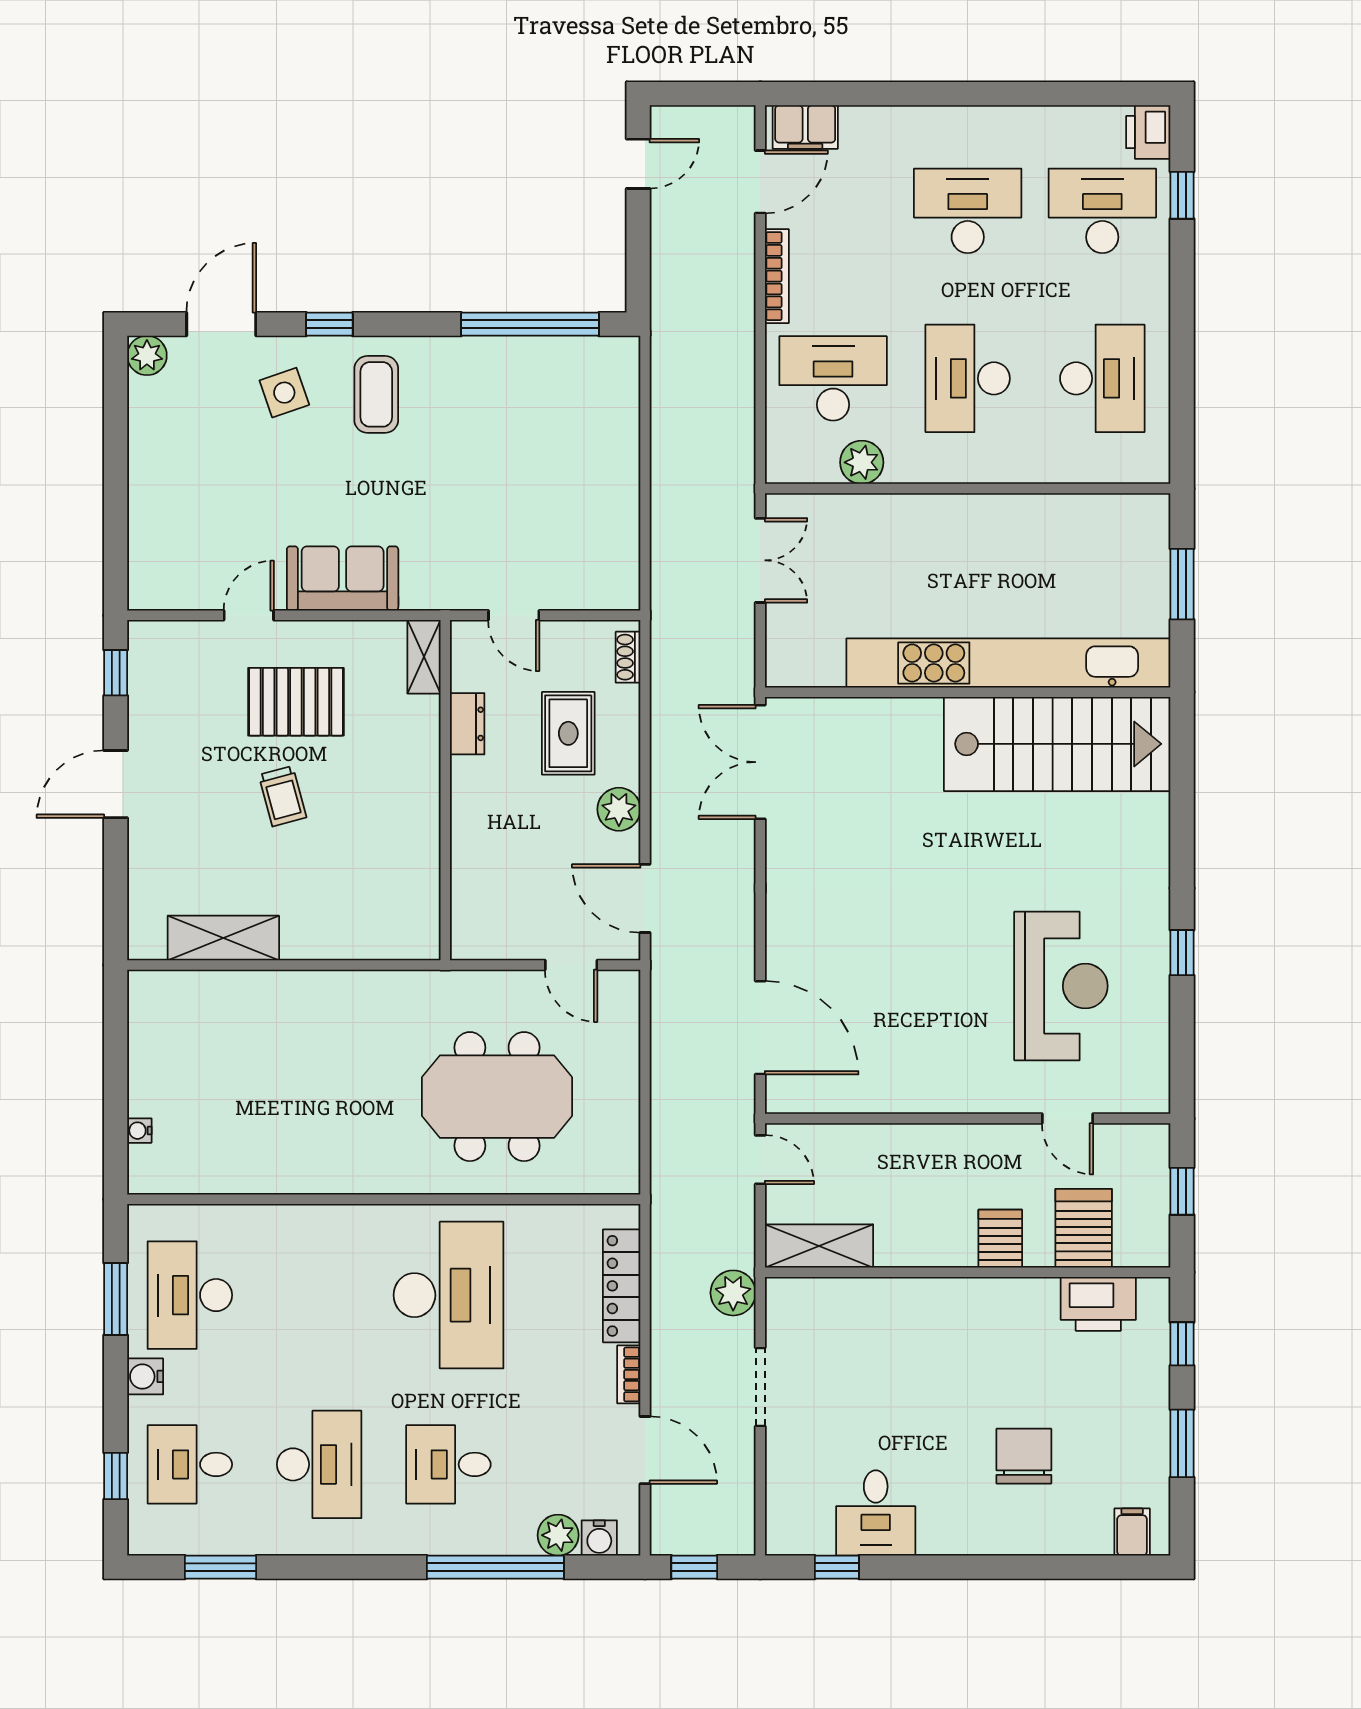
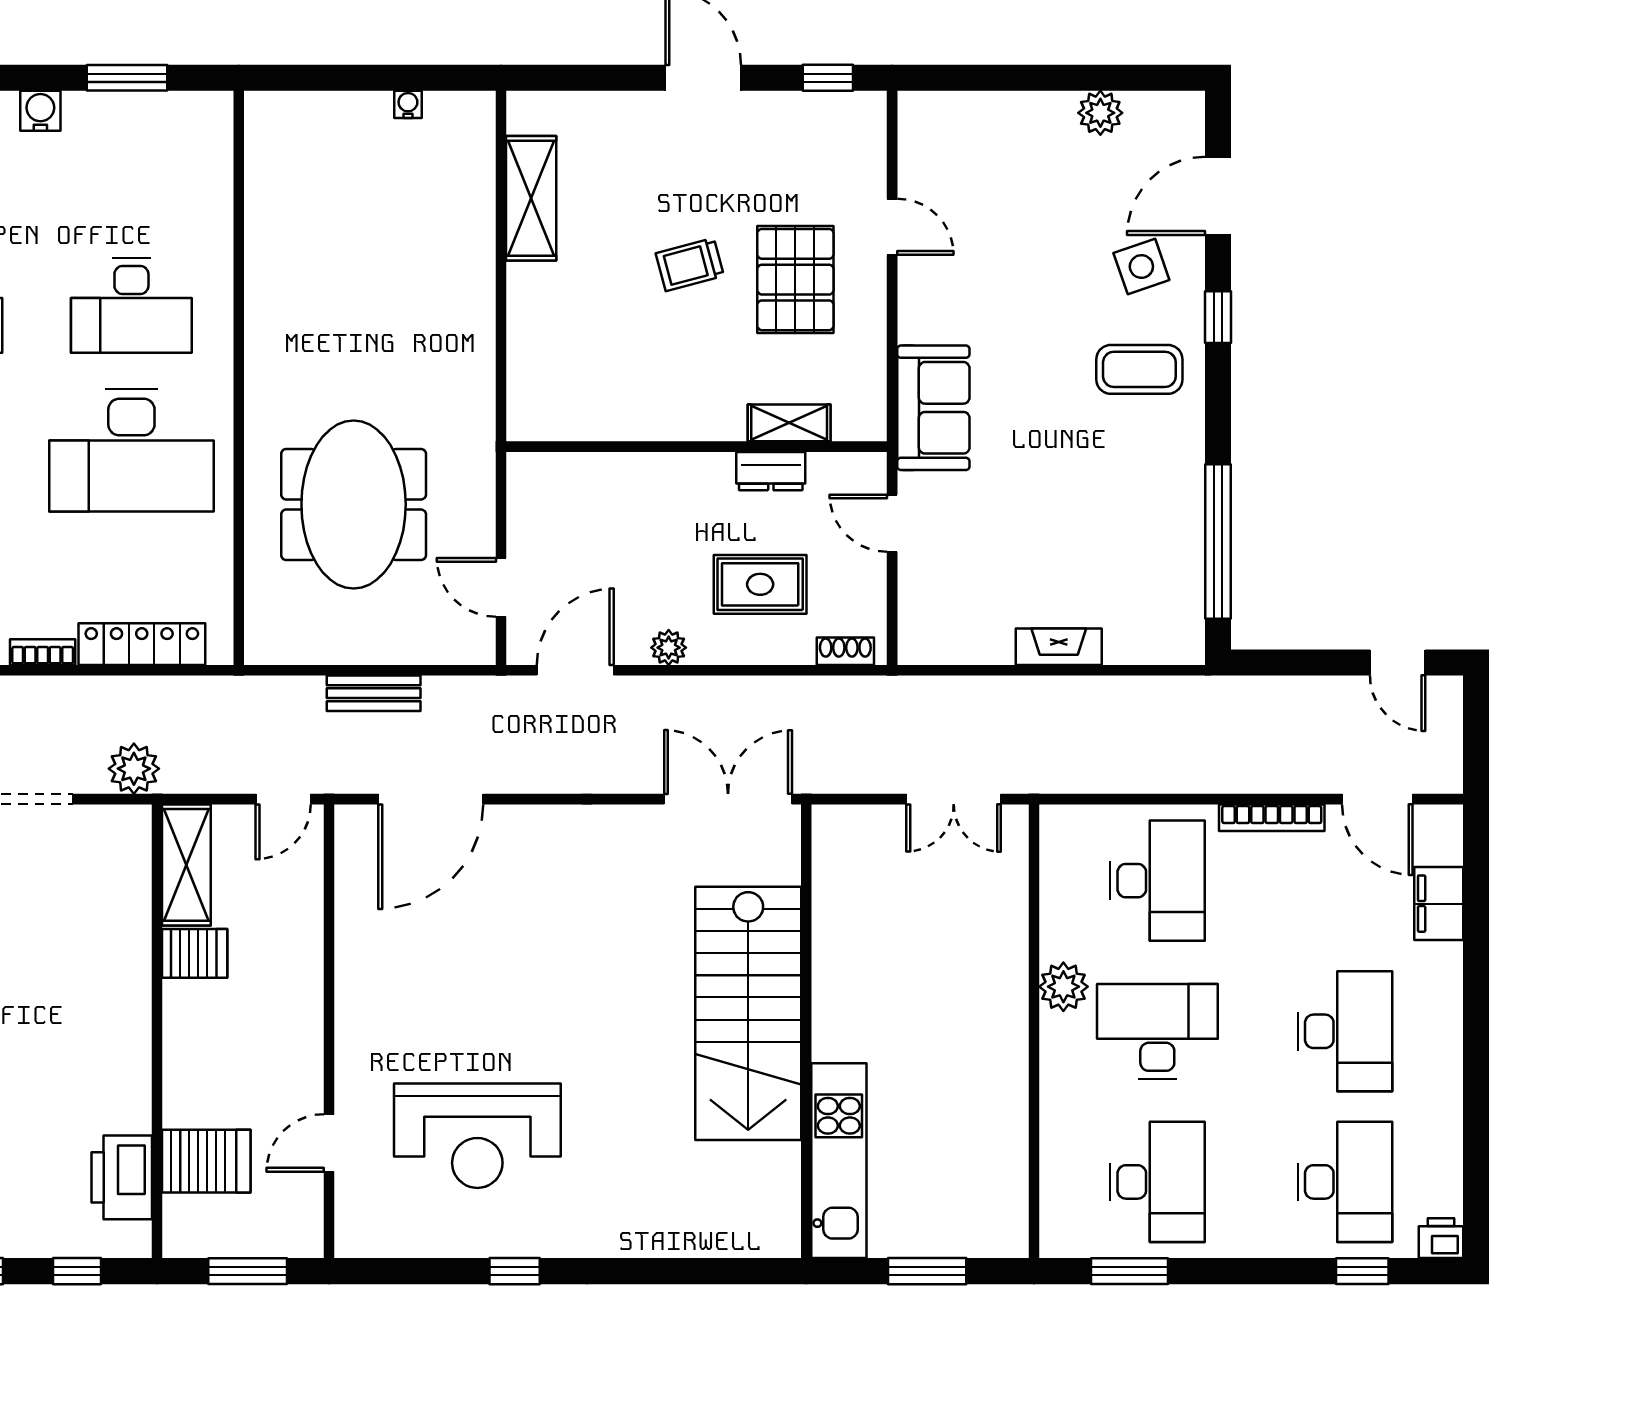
filing cabinet: (805, 127) -> (1439, 904), moved
printer: (1148, 132) -> (1441, 1238), width x0.73, depth x0.81
door: (221, 324) -> (1218, 196), swing flipped
plant: (147, 355) -> (1100, 113), moved
desk: (1102, 378) -> (1157, 1182), turned -90
window: (1182, 403) -> (1129, 1271), added
plant: (862, 462) -> (1063, 987), moved
fireplace: (624, 466) -> (1059, 647), added
sofa: (343, 579) -> (933, 408), moved
door: (514, 615) -> (892, 523), hinge flipped
shelving: (424, 657) -> (789, 423), moved
kitchen unit: (1008, 663) -> (839, 1161), width x0.54
stairs: (1057, 744) -> (748, 1013), moved
plant: (619, 809) -> (669, 648), width x0.73, depth x0.73
door: (571, 965) -> (501, 587), hinge flipped
bench: (666, 1079) -> (374, 693), added
water cooler: (139, 1131) -> (408, 104), moved
window: (1182, 1191) -> (248, 1271), width x1.50
server rack: (1000, 1239) -> (195, 953), moved
desk: (190, 1295) -> (131, 306), moved, turned 180

